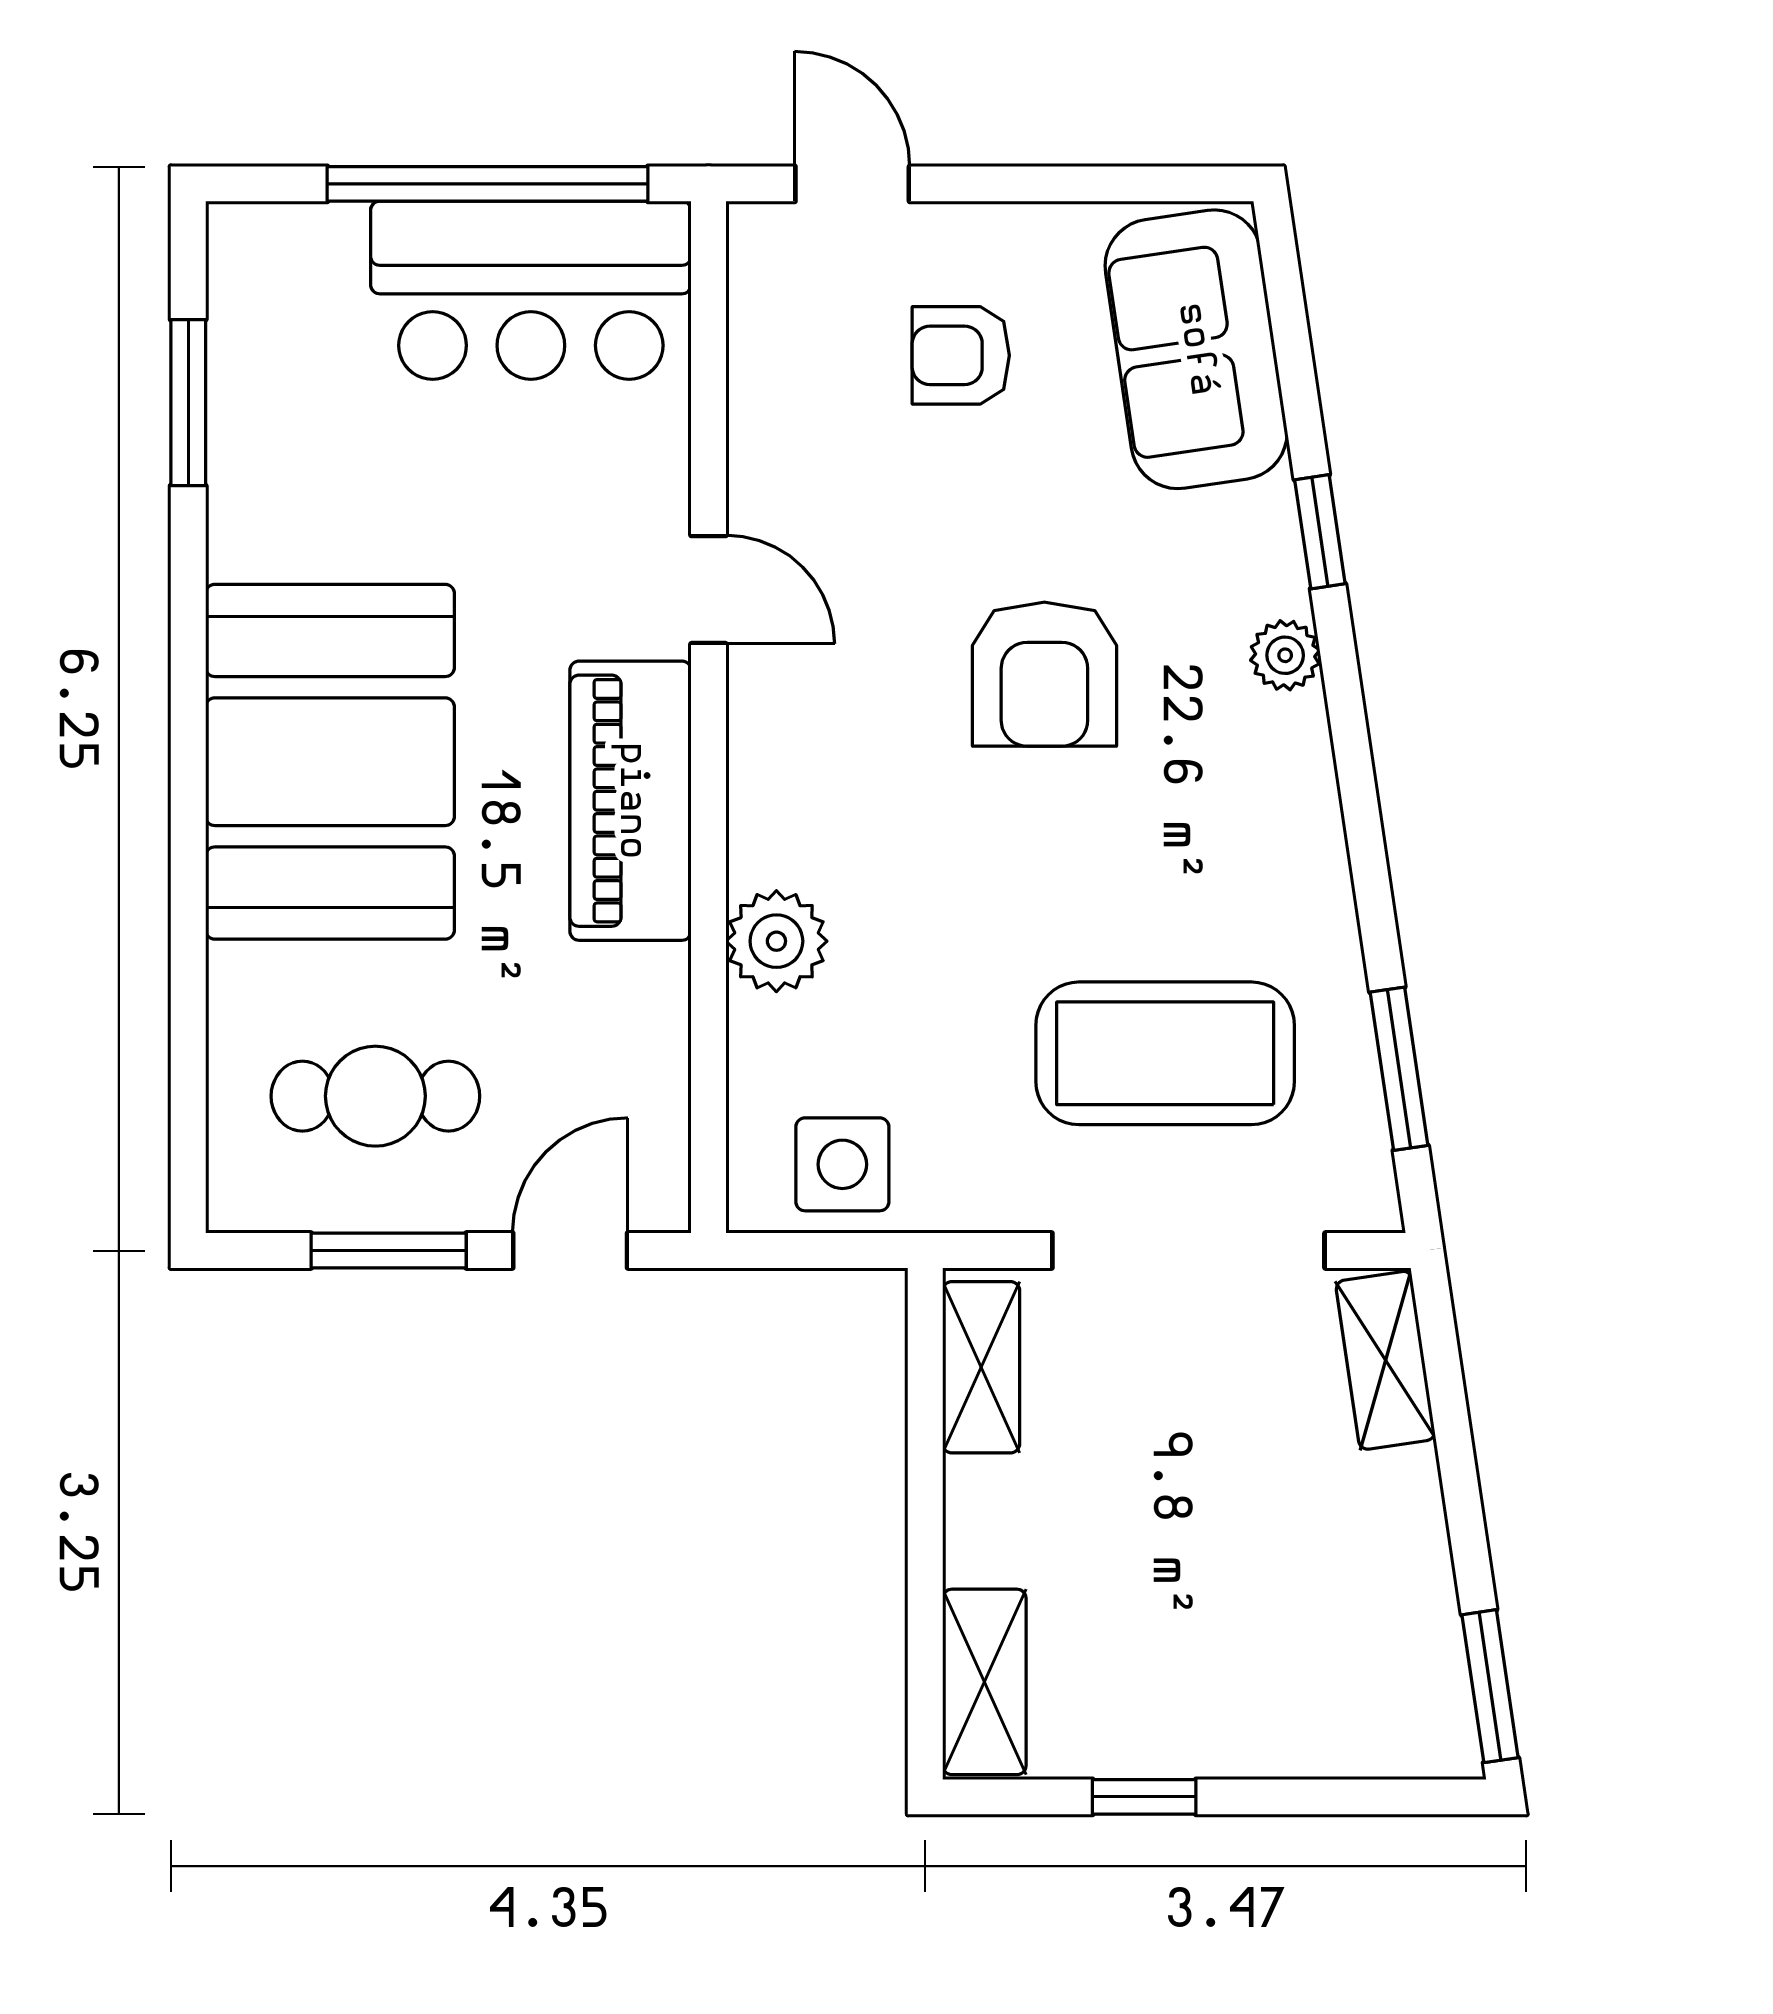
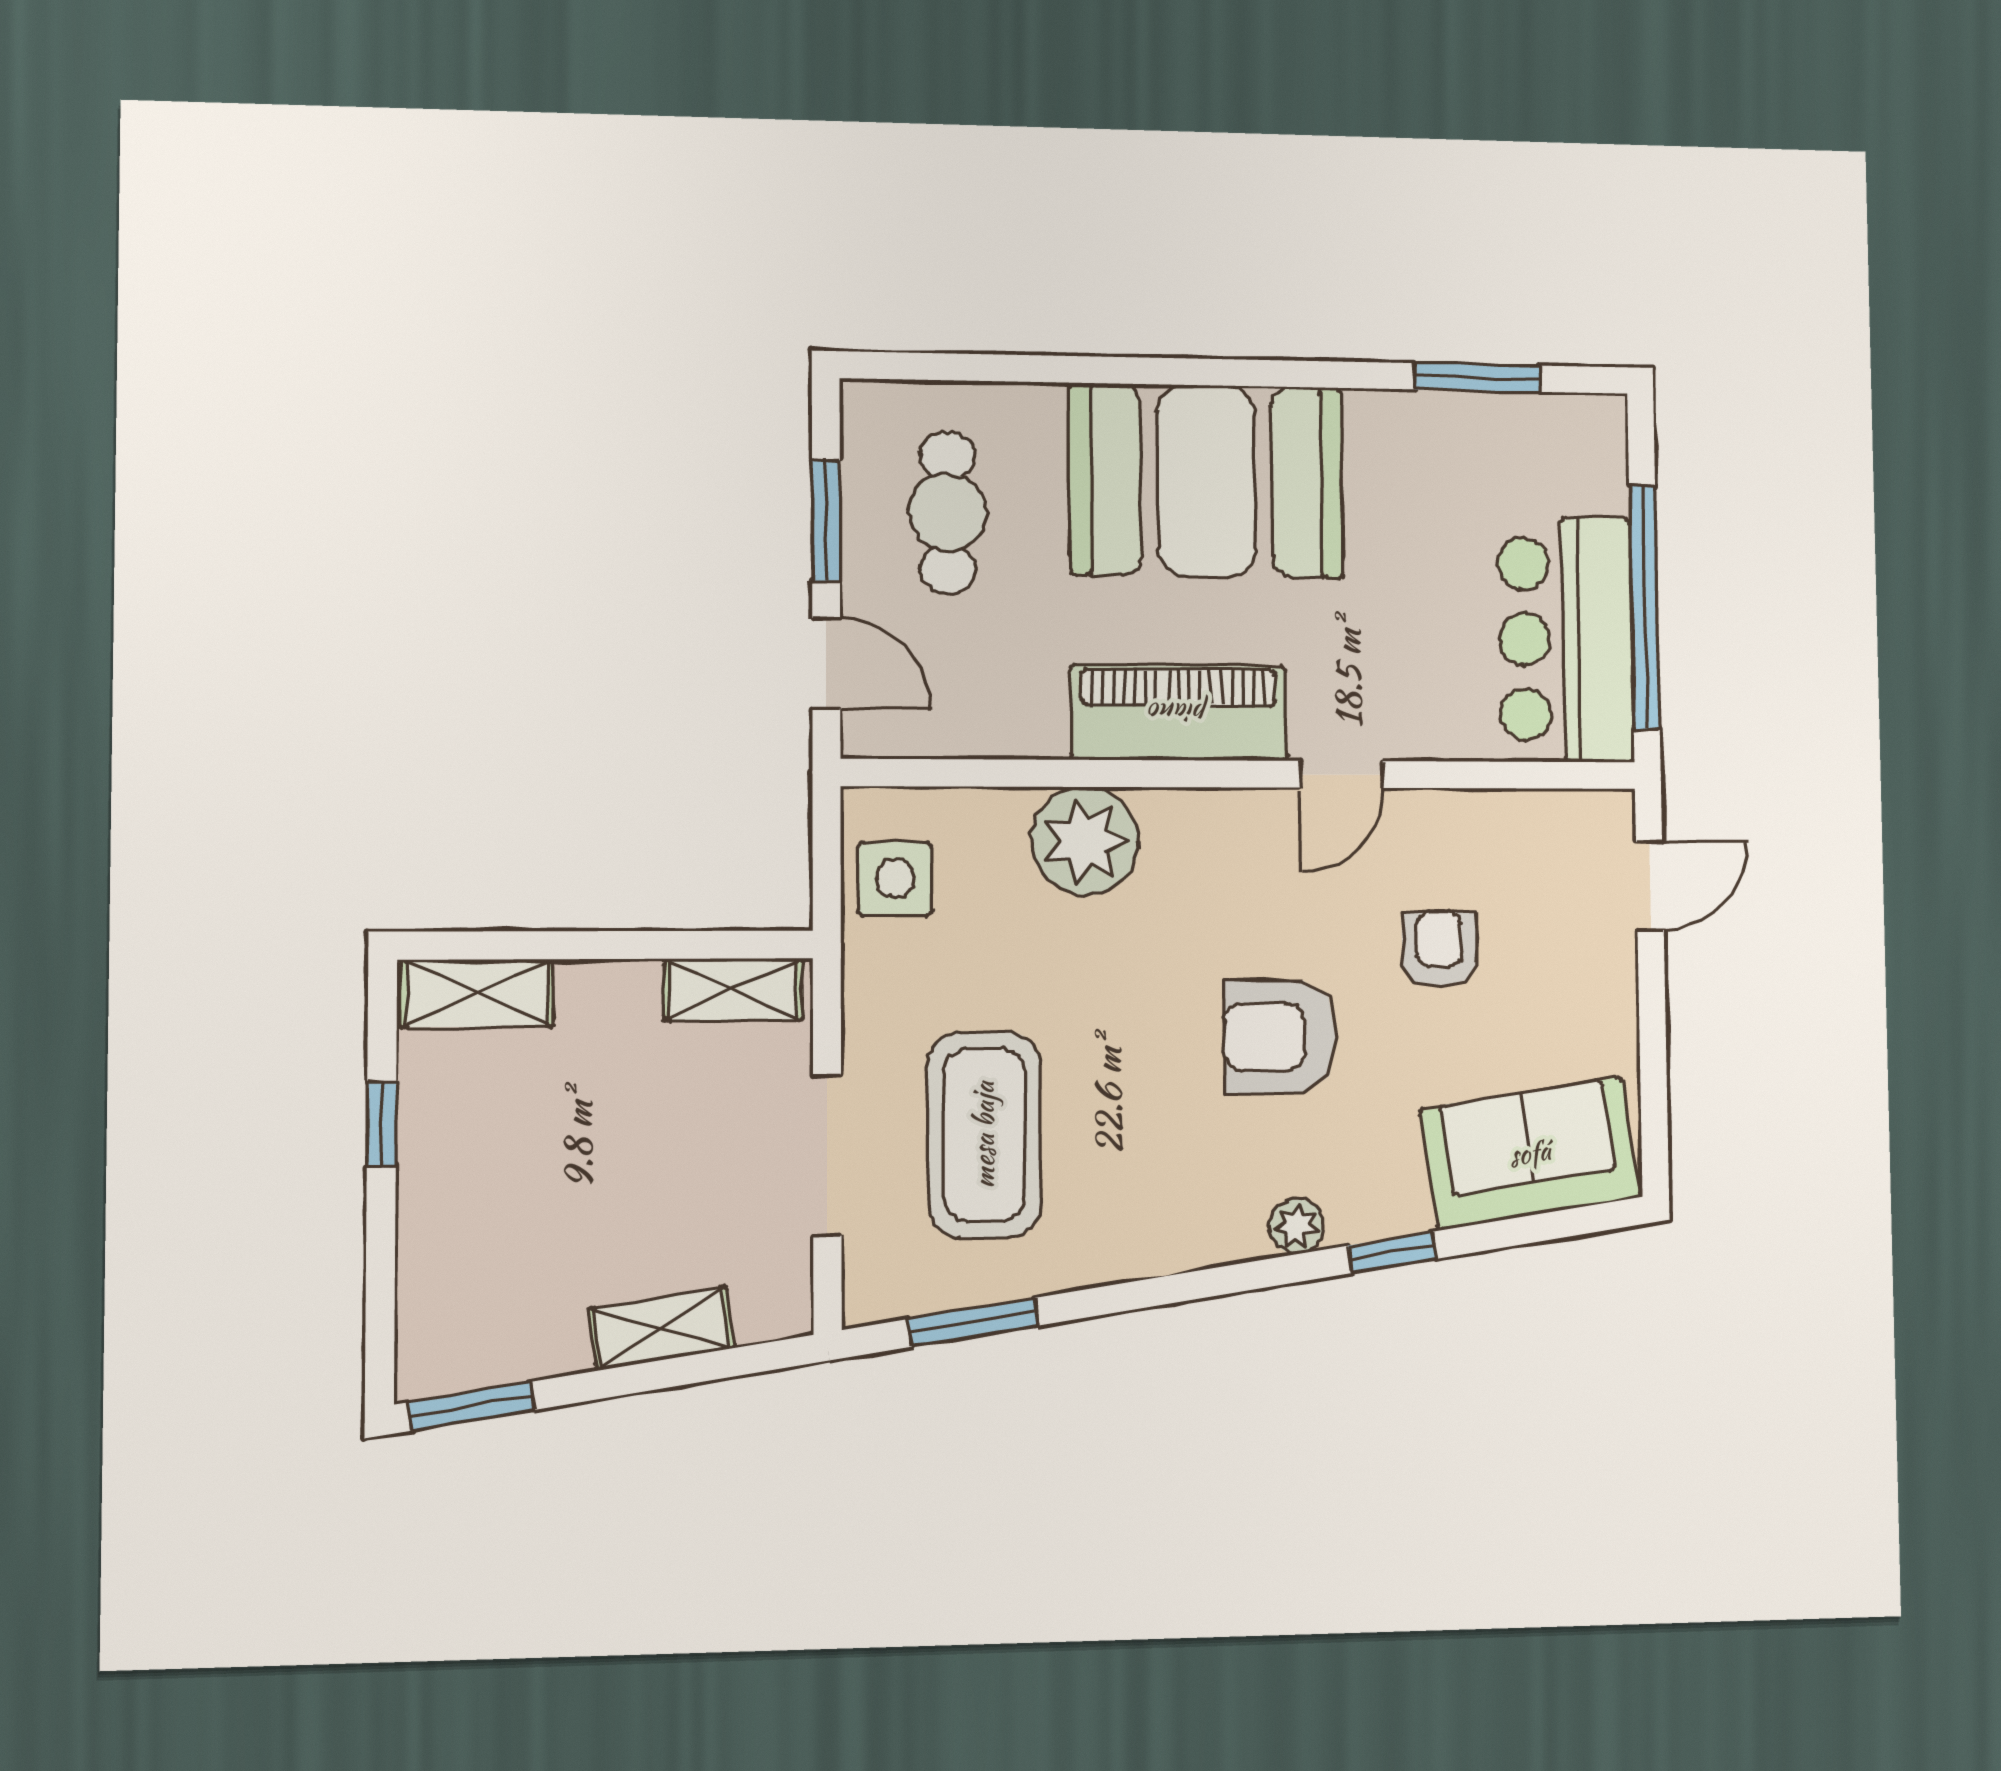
armchair: (961, 355) -> (1439, 949), moved
plant: (776, 941) -> (1085, 841), width x1.36, depth x1.36
doorway: (1188, 1251) -> (827, 1155), width x0.73
shelving: (1386, 1360) -> (661, 1328), moved

